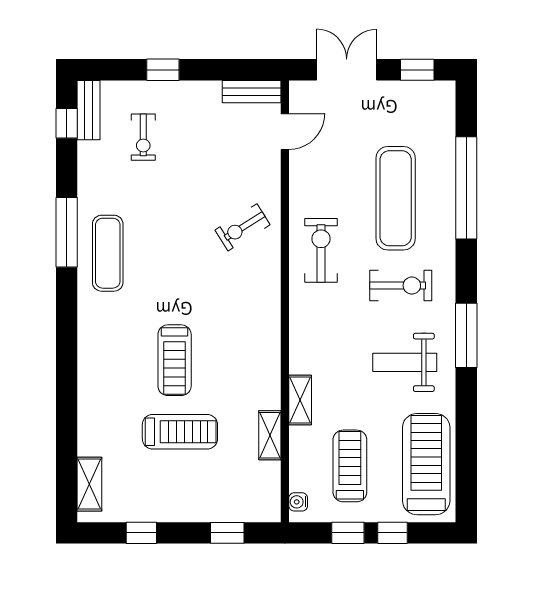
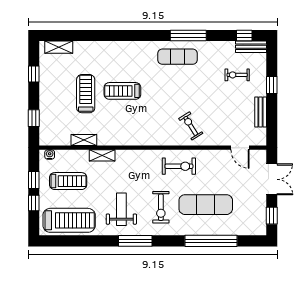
bench: (252, 92) -> (261, 112), moved
treadmill: (180, 432) -> (86, 94), turned 180

